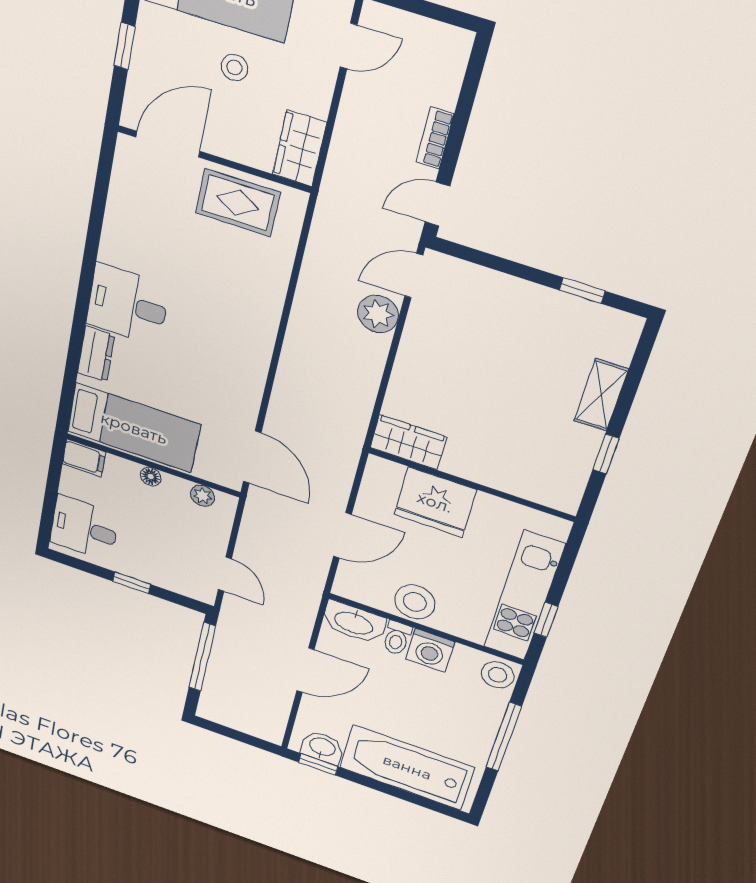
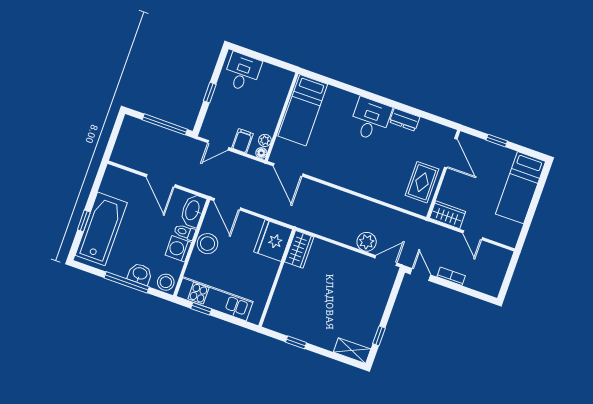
door: (349, 46) -> (473, 235), moved
stool: (234, 68) -> (485, 190), removed
door: (414, 276) -> (386, 261), hinge flipped
dresser: (96, 354) -> (405, 120), moved
shelving: (601, 395) -> (352, 351), moved
door: (252, 457) -> (288, 170), hinge flipped
filing cabinet: (84, 458) -> (243, 141), moved, turned 180
floor lamp: (151, 477) -> (261, 153), moved
fridge: (435, 502) -> (273, 241), moved
door: (342, 535) -> (227, 204), moved
washbasin: (322, 747) -> (140, 274), moved, turned -90
window: (318, 764) -> (84, 221), moved

